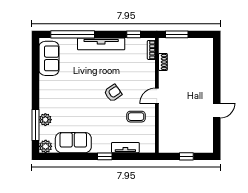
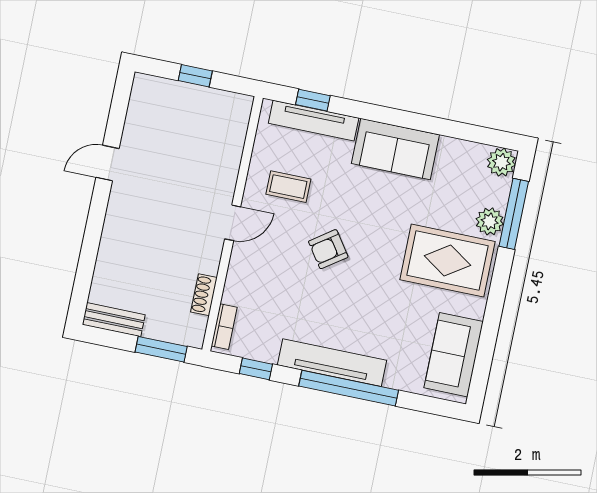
window: (73, 34) -> (349, 388), moved
bench: (200, 43) -> (114, 320), added
rug: (60, 99) -> (447, 261), added
sofa: (73, 143) -> (395, 149), moved
tv unit: (125, 148) -> (314, 121), width x1.41
window: (105, 156) -> (313, 100), moved

